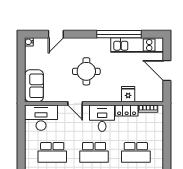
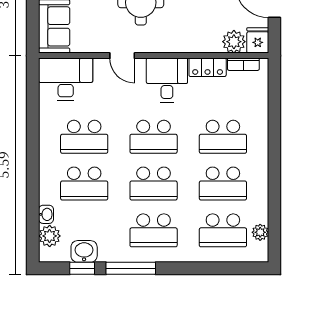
fridge: (128, 94) -> (258, 40), moved
plant: (143, 95) -> (234, 42), added

